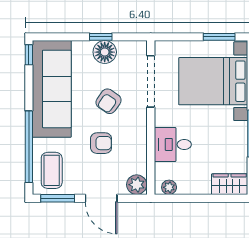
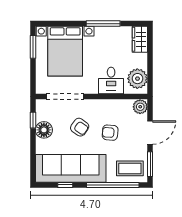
window: (101, 37) -> (33, 120), moved
window: (29, 55) -> (65, 185), moved
armchair: (101, 143) -> (110, 133), turned -85
plant: (169, 187) -> (137, 79), width x1.88, depth x1.88

